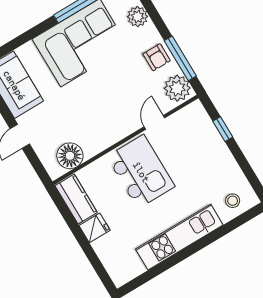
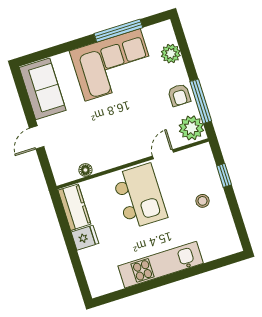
floor lamp: (70, 156) -> (85, 170), width x0.53, depth x0.53
stool: (233, 201) -> (202, 201), moved

